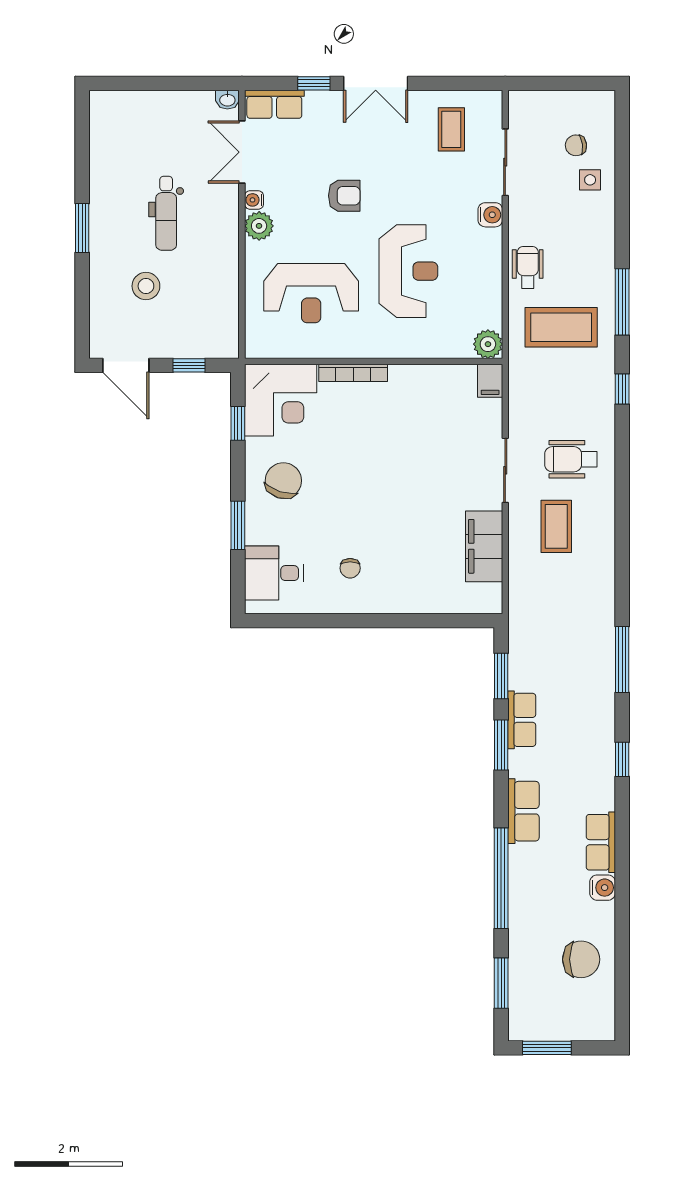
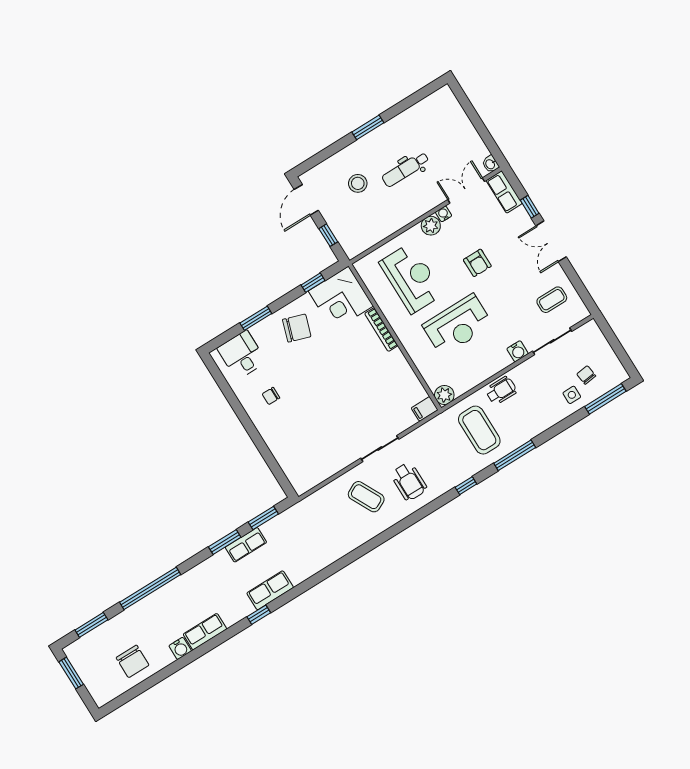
reception desk: (311, 293) -> (411, 278), turned 180
wheelchair: (571, 459) -> (409, 482), turned 180
coffee table: (556, 526) -> (366, 497), turned 63
filing cabinet: (484, 546) -> (330, 463), removed
window: (622, 659) -> (605, 399), moved
row of seats: (523, 811) -> (270, 590), moved, turned 180

